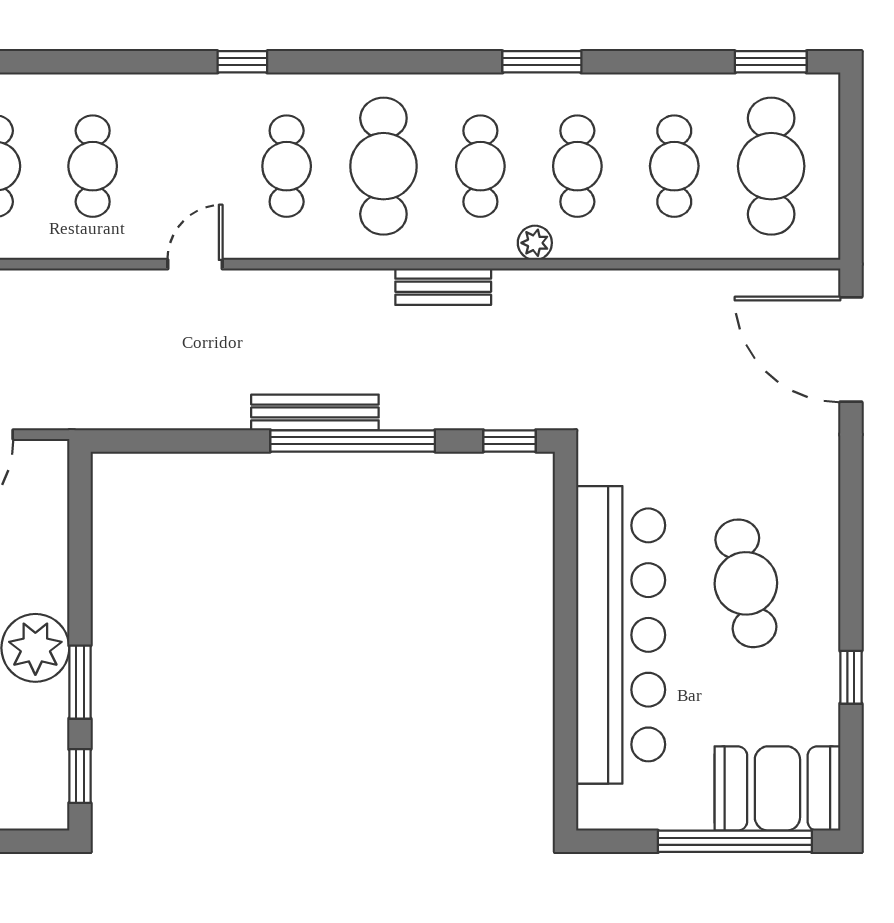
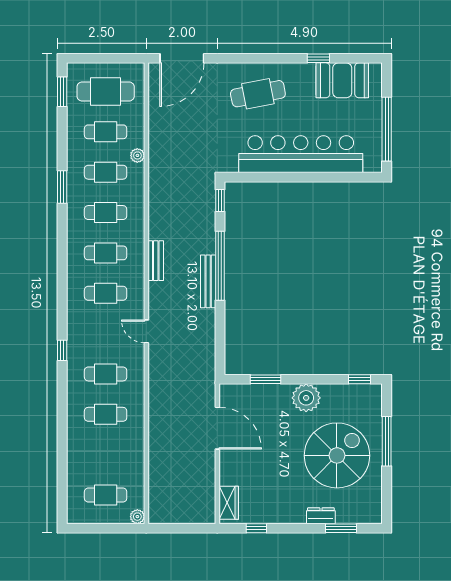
window: (242, 62) -> (62, 350), moved
cafe table: (383, 166) -> (106, 253), width x0.73, depth x0.74
plant: (535, 243) -> (137, 155), moved
bench: (443, 287) -> (156, 261), moved
cafe table: (746, 583) -> (258, 94), moved
window: (80, 682) -> (266, 379), moved
booth: (777, 788) -> (342, 80), moved, turned 90
window: (735, 841) -> (387, 129), moved

